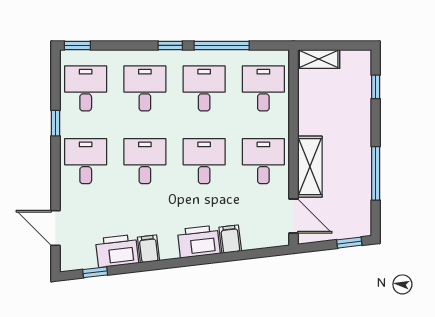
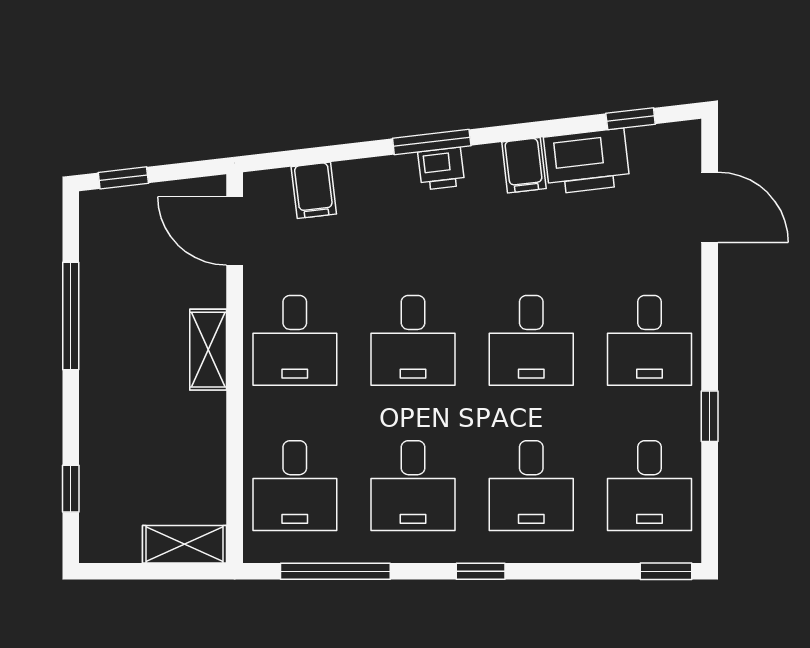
window: (222, 45) -> (335, 571), moved
shelving: (310, 167) -> (208, 350), width x0.67, depth x0.75
filing cabinet: (230, 239) -> (314, 190), moved
printer: (199, 242) -> (441, 169), width x0.53, depth x0.68
window: (195, 261) -> (432, 142), added

